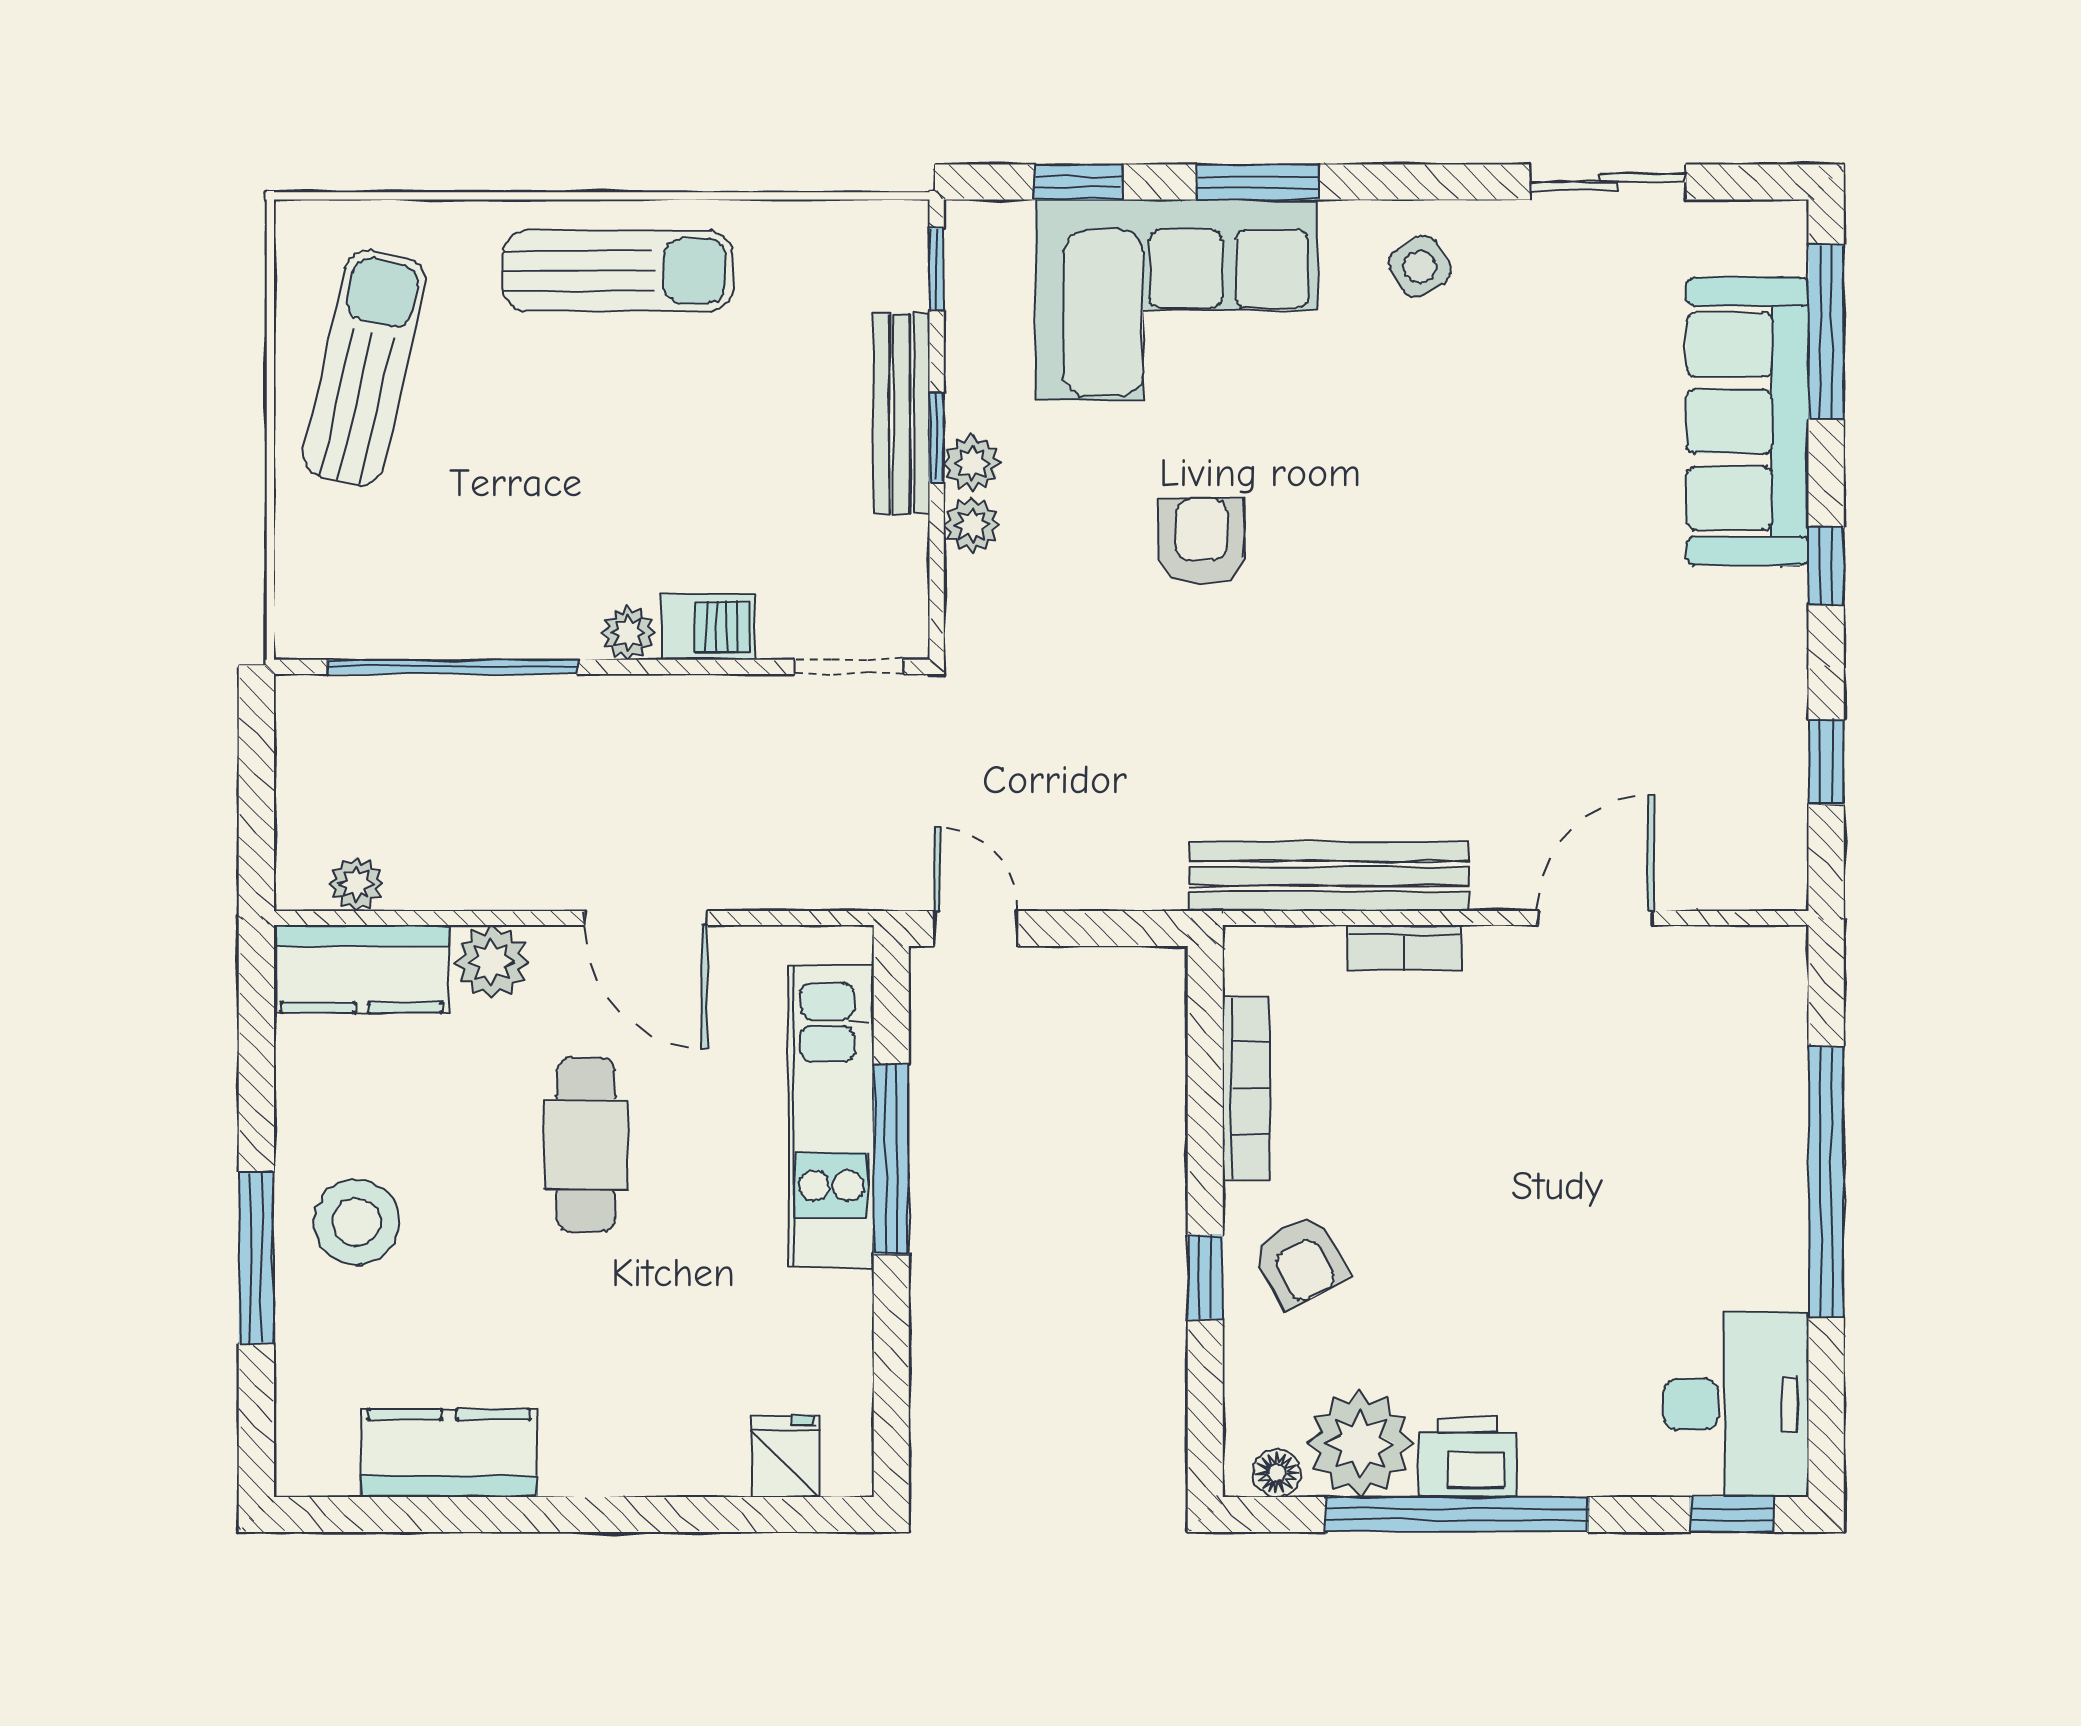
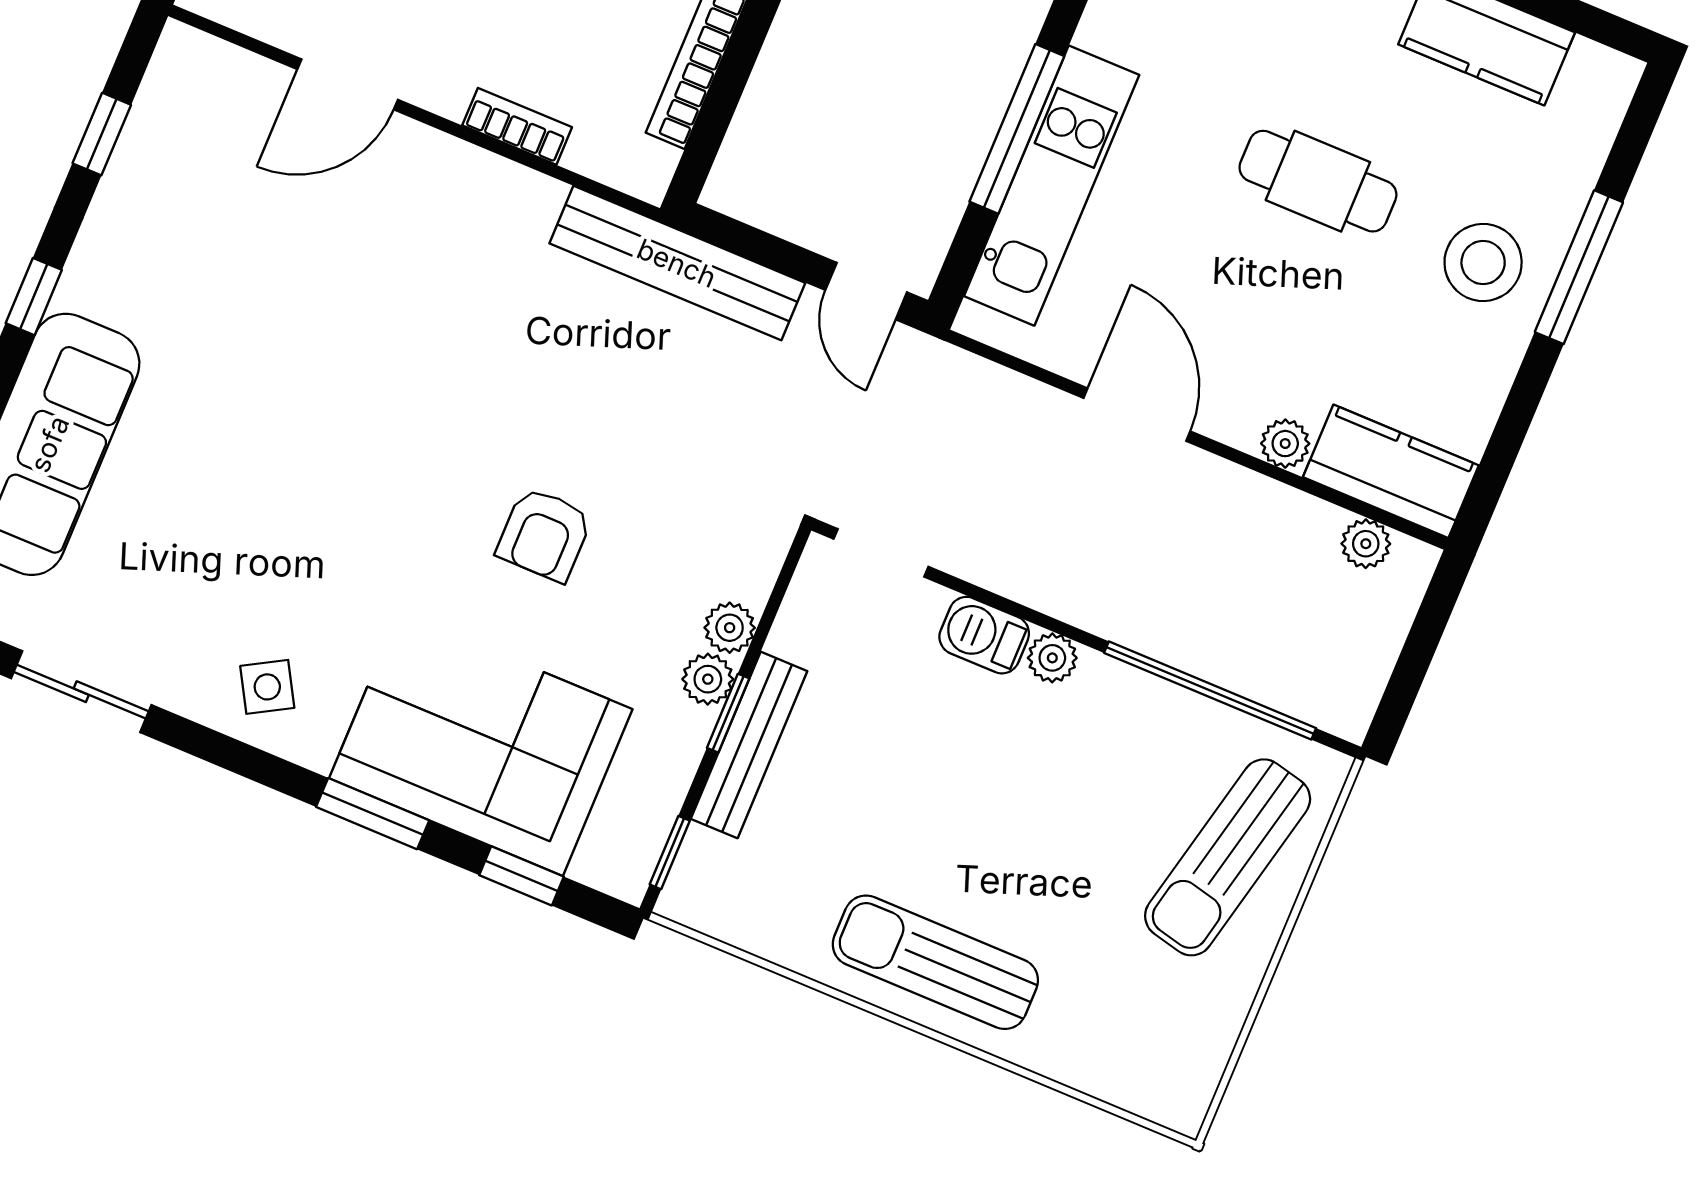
sun lounger: (365, 368) -> (1228, 857), moved
bench: (1329, 876) -> (677, 263), moved
plant: (492, 962) -> (1285, 444), width x0.73, depth x0.73
cafe table: (586, 1145) -> (1318, 181), moved, turned 90

